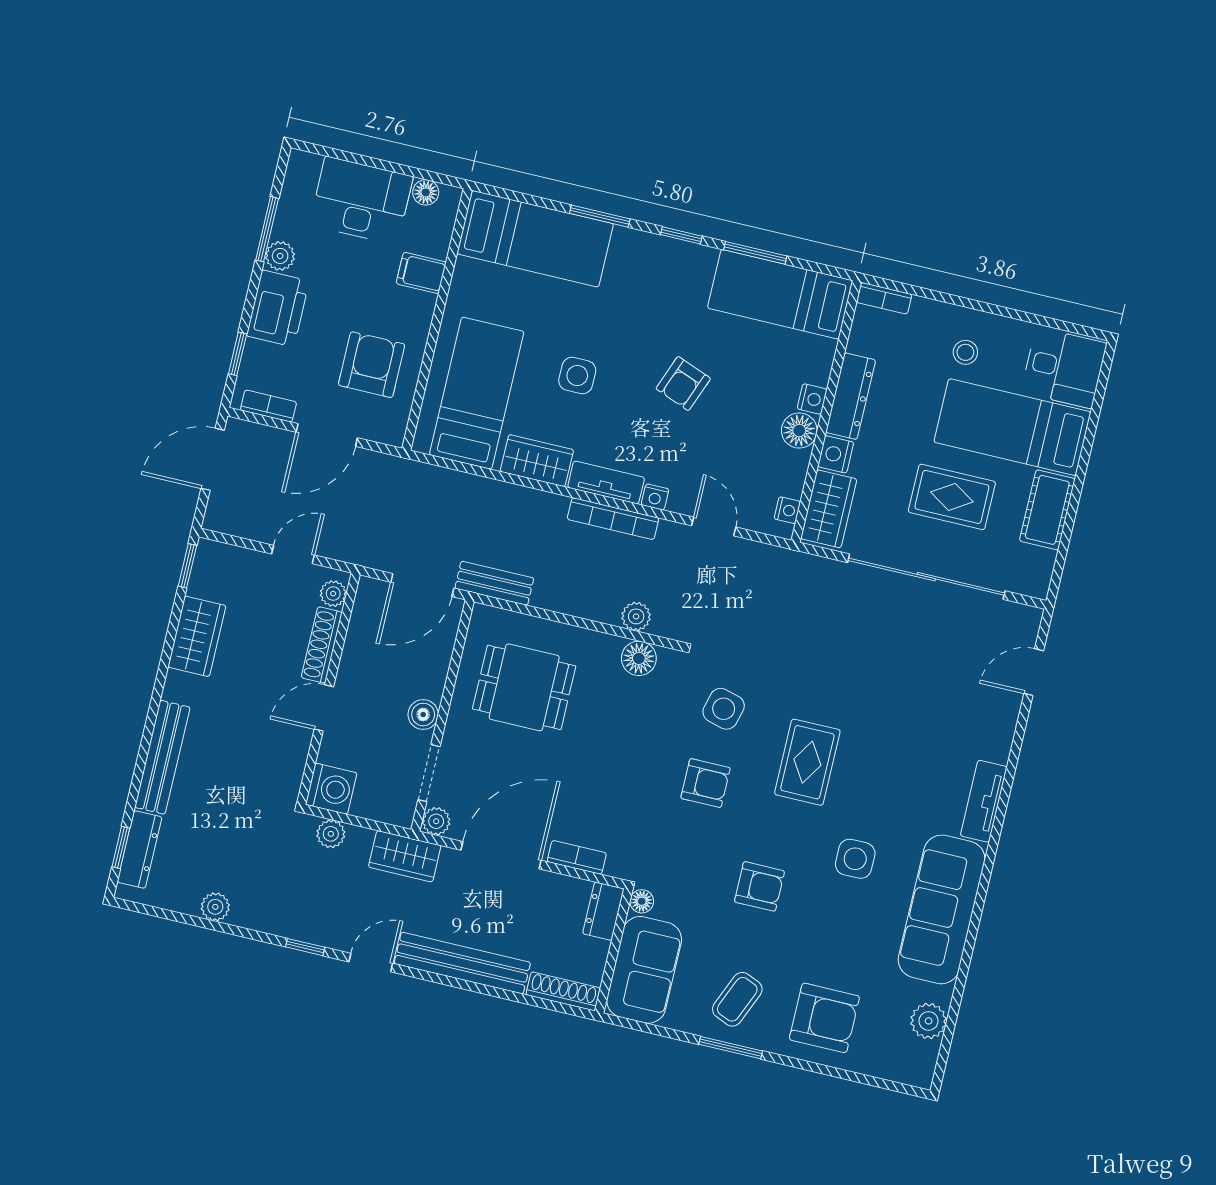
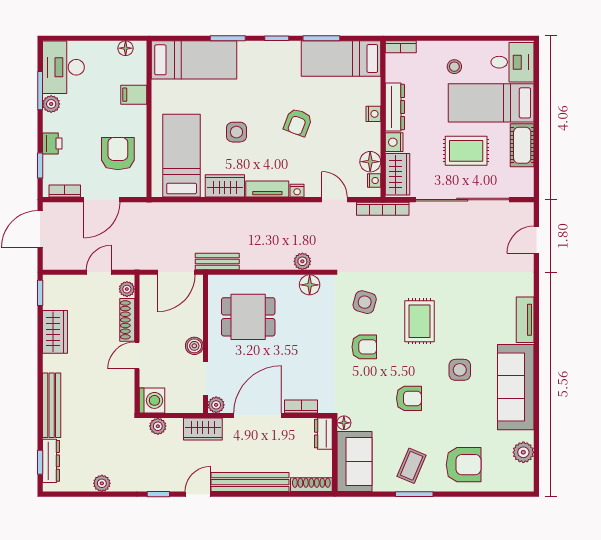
desk: (361, 200) -> (63, 67), moved, turned -90
printer: (278, 308) -> (52, 144), width x0.53, depth x0.68
floor lamp: (799, 431) -> (370, 162), moved
bookcase: (613, 519) -> (383, 209), moved

